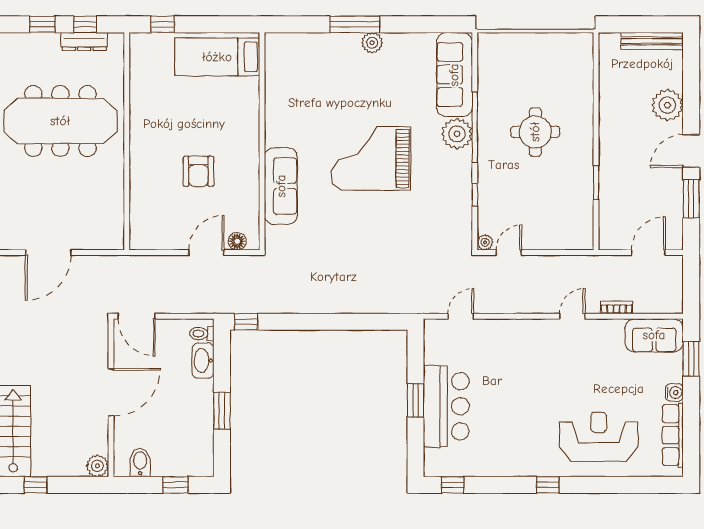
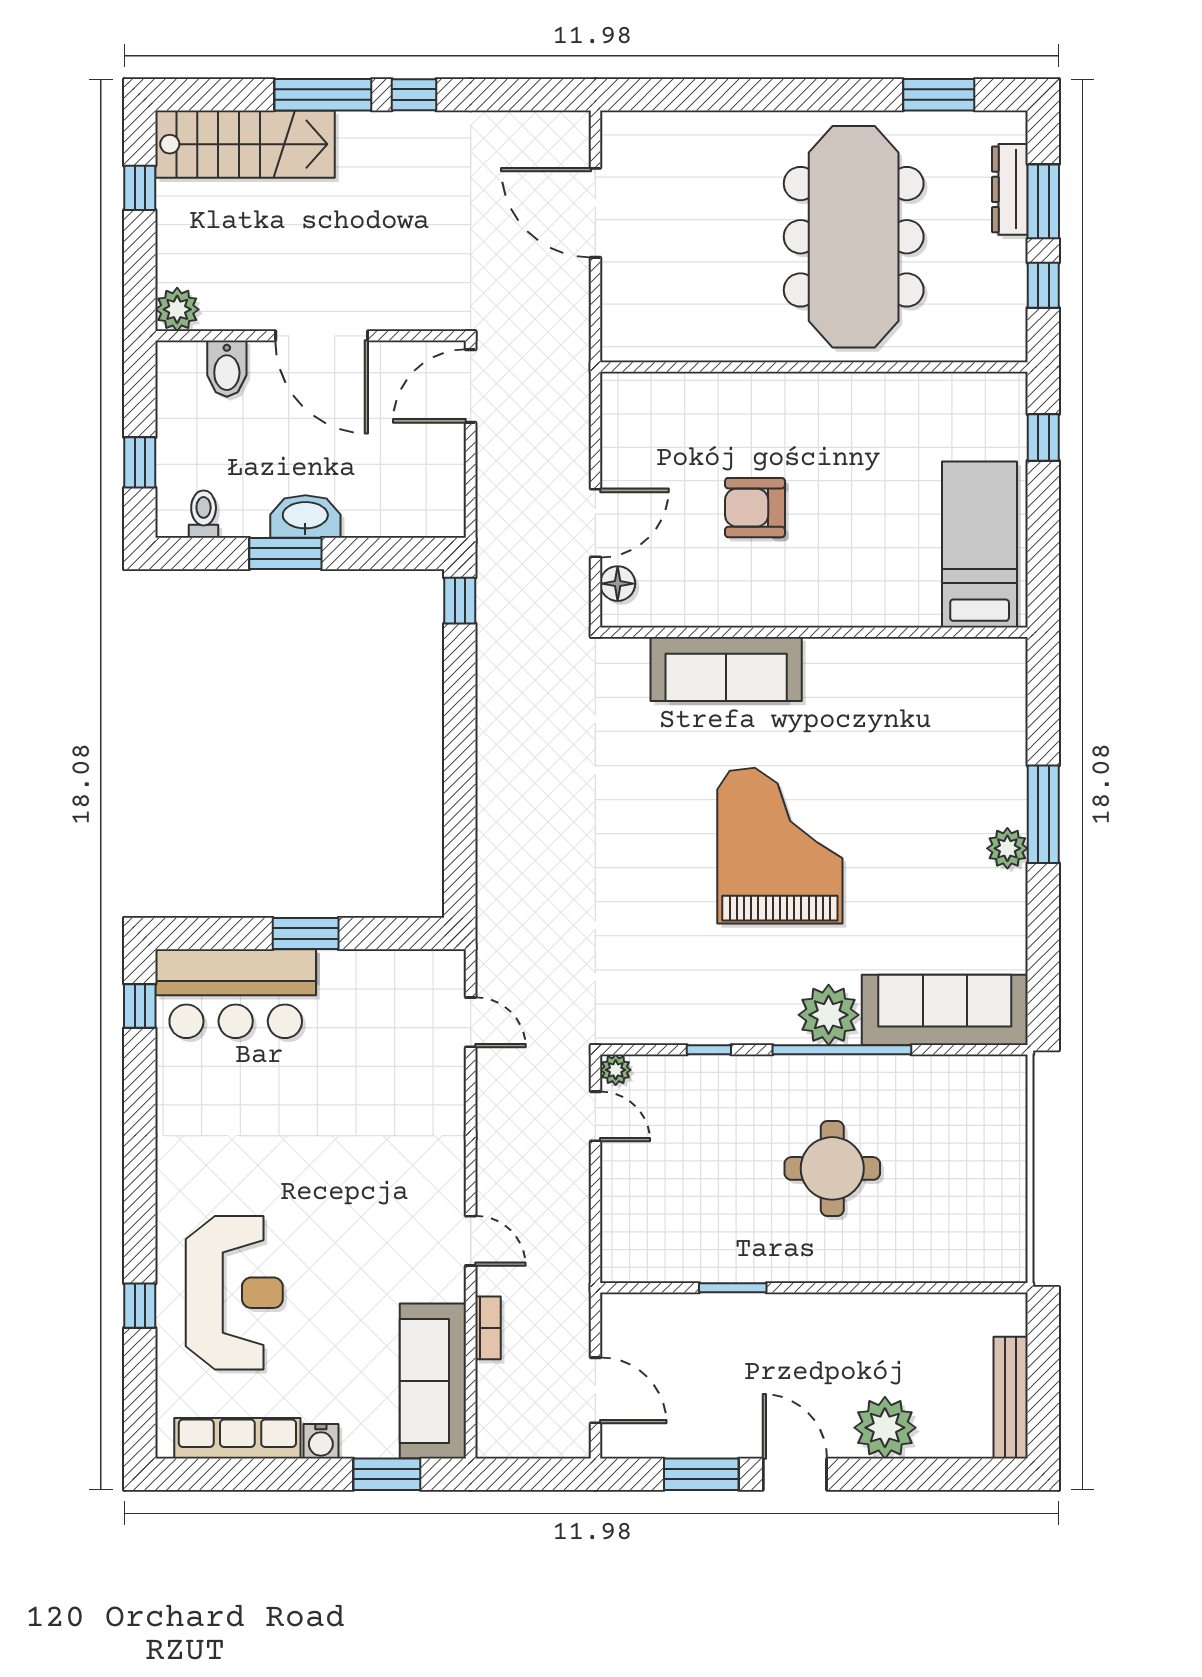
window: (42, 24) -> (1043, 201), width x1.50
dresser: (84, 41) -> (1010, 189), moved
door: (206, 253) -> (595, 523), hinge flipped
toilet: (202, 334) -> (204, 514), moved
sofa: (654, 335) -> (433, 1381), width x1.36
washbasin: (203, 360) -> (305, 516), moved
bar counter: (446, 406) -> (236, 994), moved
bidet: (140, 463) -> (227, 369), moved, turned 90
window: (548, 485) -> (140, 1306), moved

